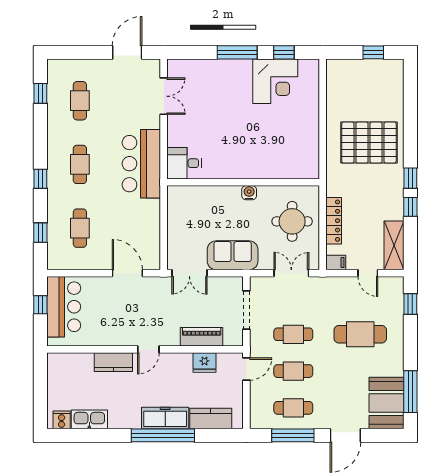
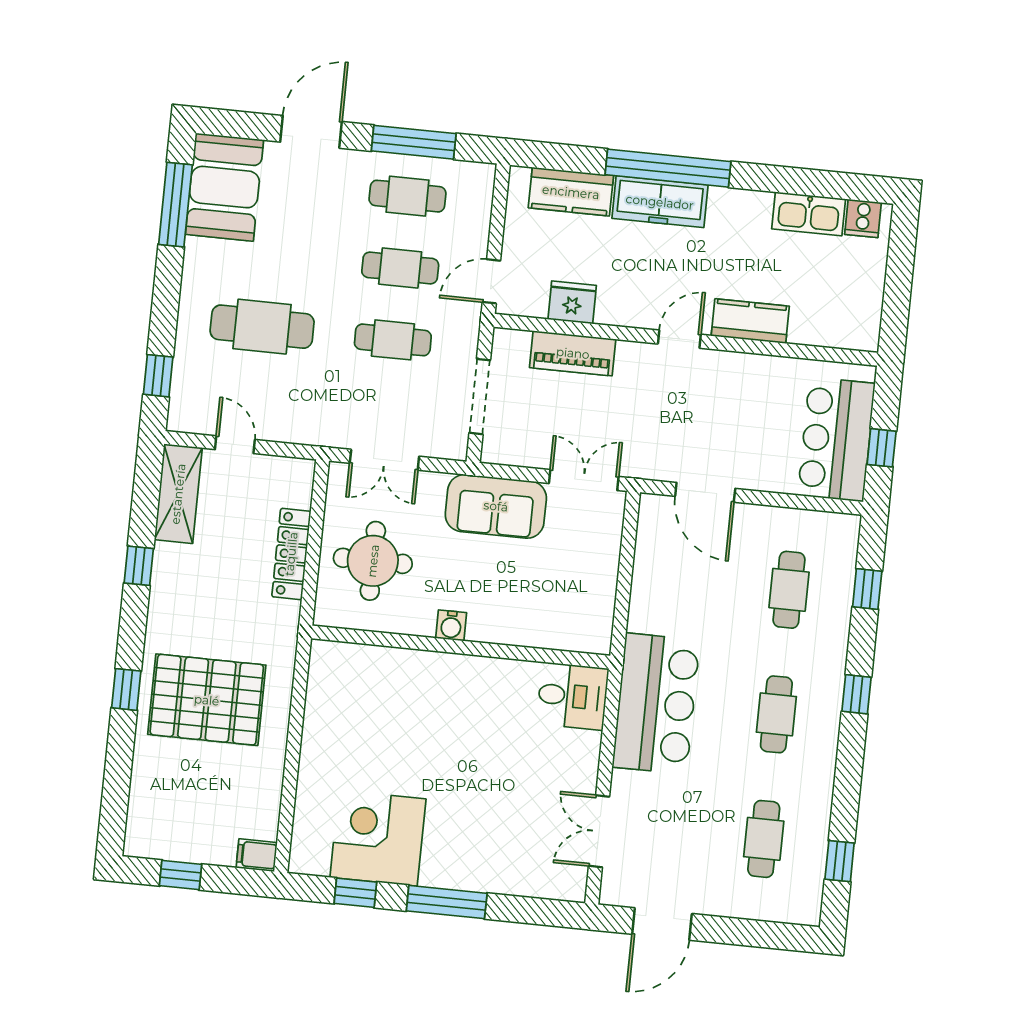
window: (410, 178) -> (126, 689), moved
filing cabinet: (336, 263) -> (257, 855), moved

